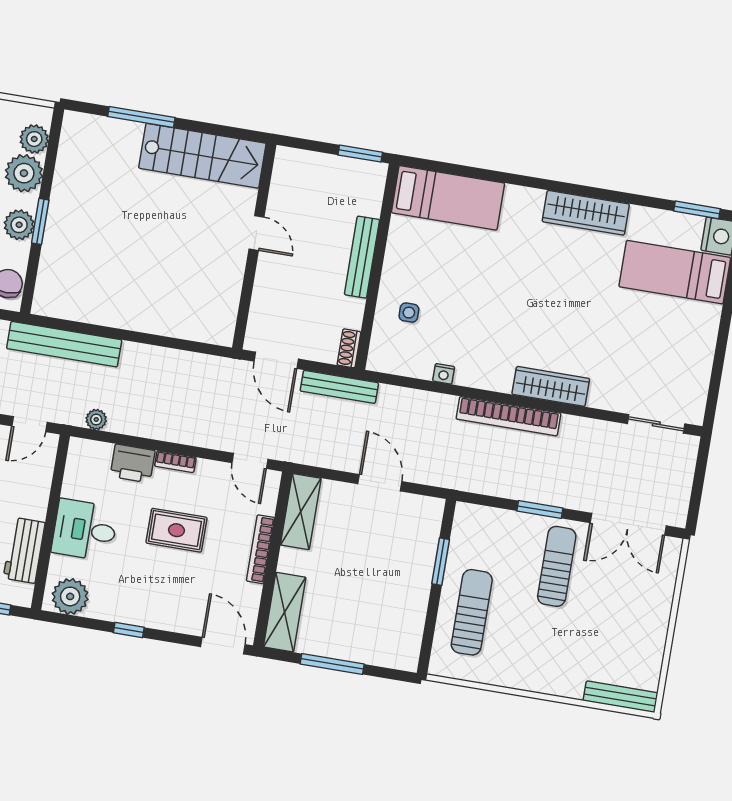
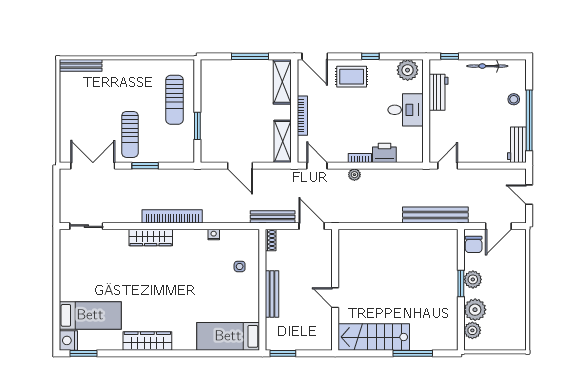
plant: (96, 419) -> (354, 175), moved
rug: (177, 530) -> (352, 77), moved

